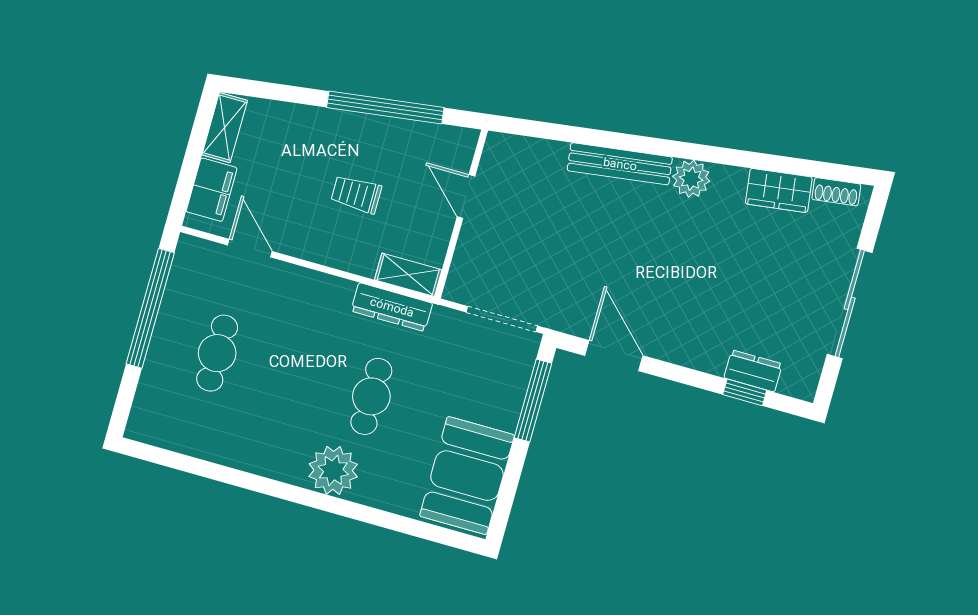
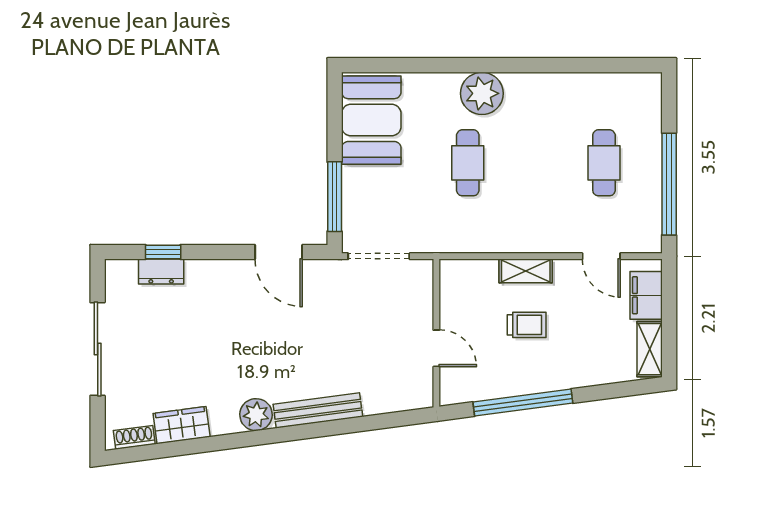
shelving: (408, 275) -> (526, 271), moved
dresser: (392, 307) -> (472, 241), removed

